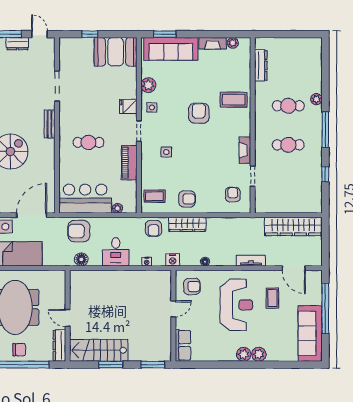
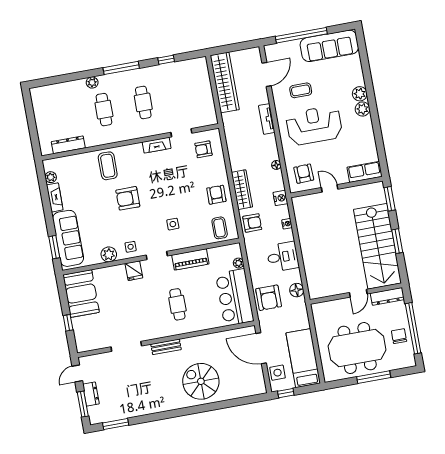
stairs: (99, 350) -> (378, 246), width x1.36, depth x1.51

